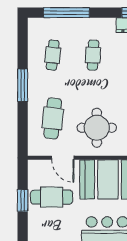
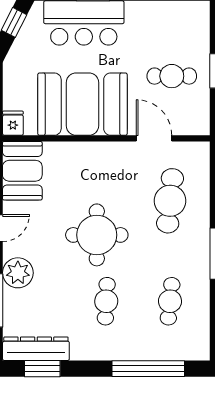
round table: (97, 128) -> (97, 235), moved
cafe table: (52, 197) -> (172, 76), width x0.73, depth x0.74

